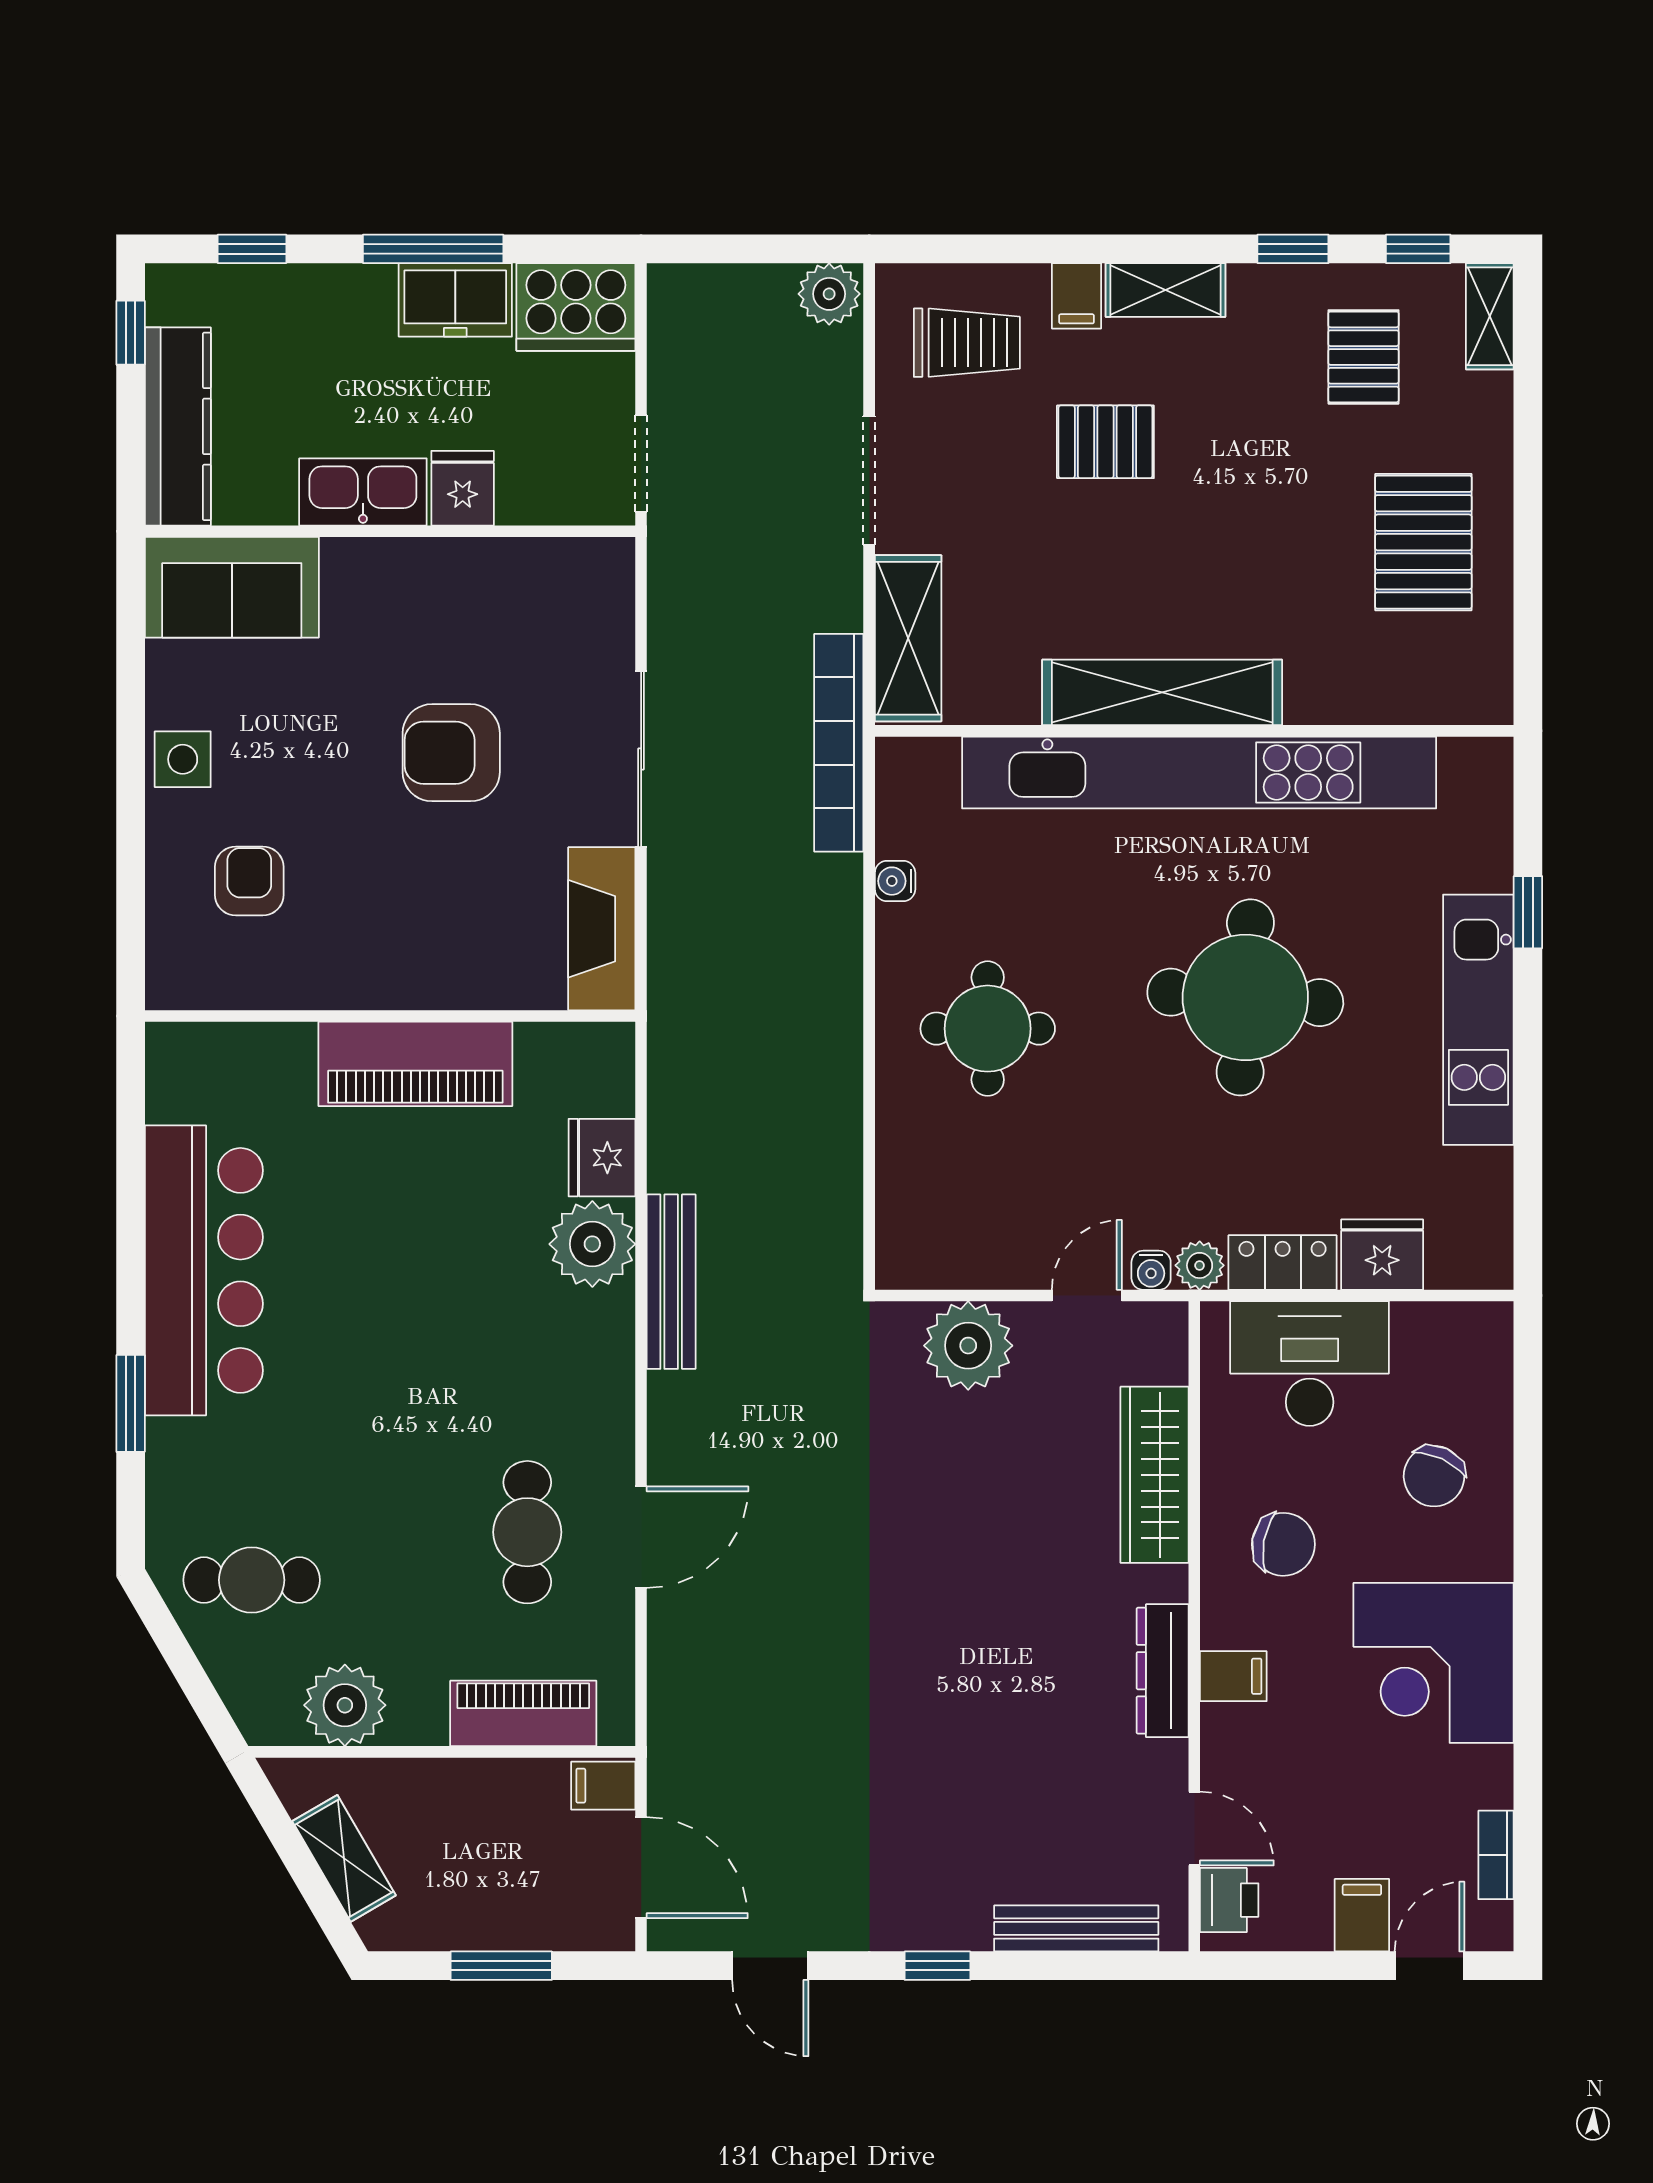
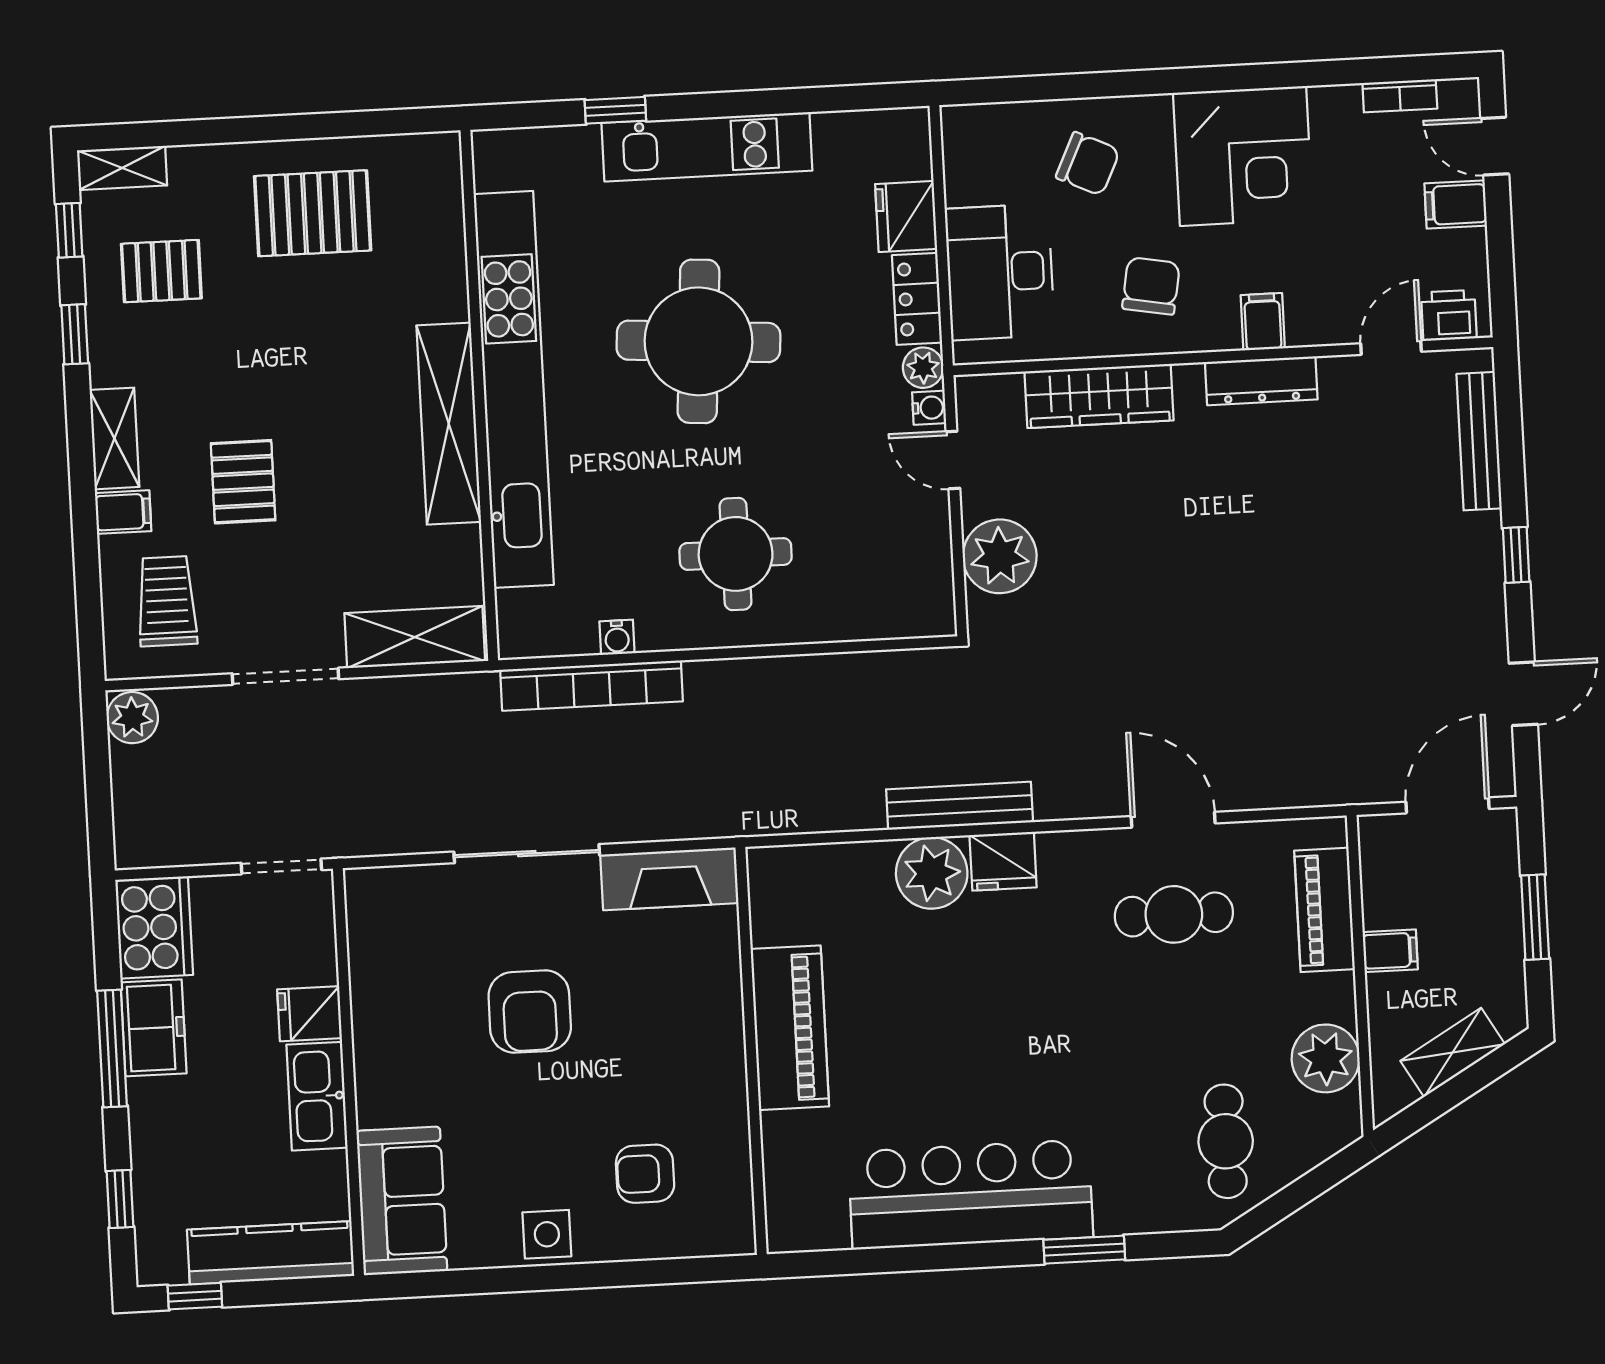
bookcase: (839, 743) -> (591, 686), moved
fridge: (602, 1158) -> (1003, 861), moved
filing cabinet: (603, 1786) -> (1390, 951), moved, turned -90

